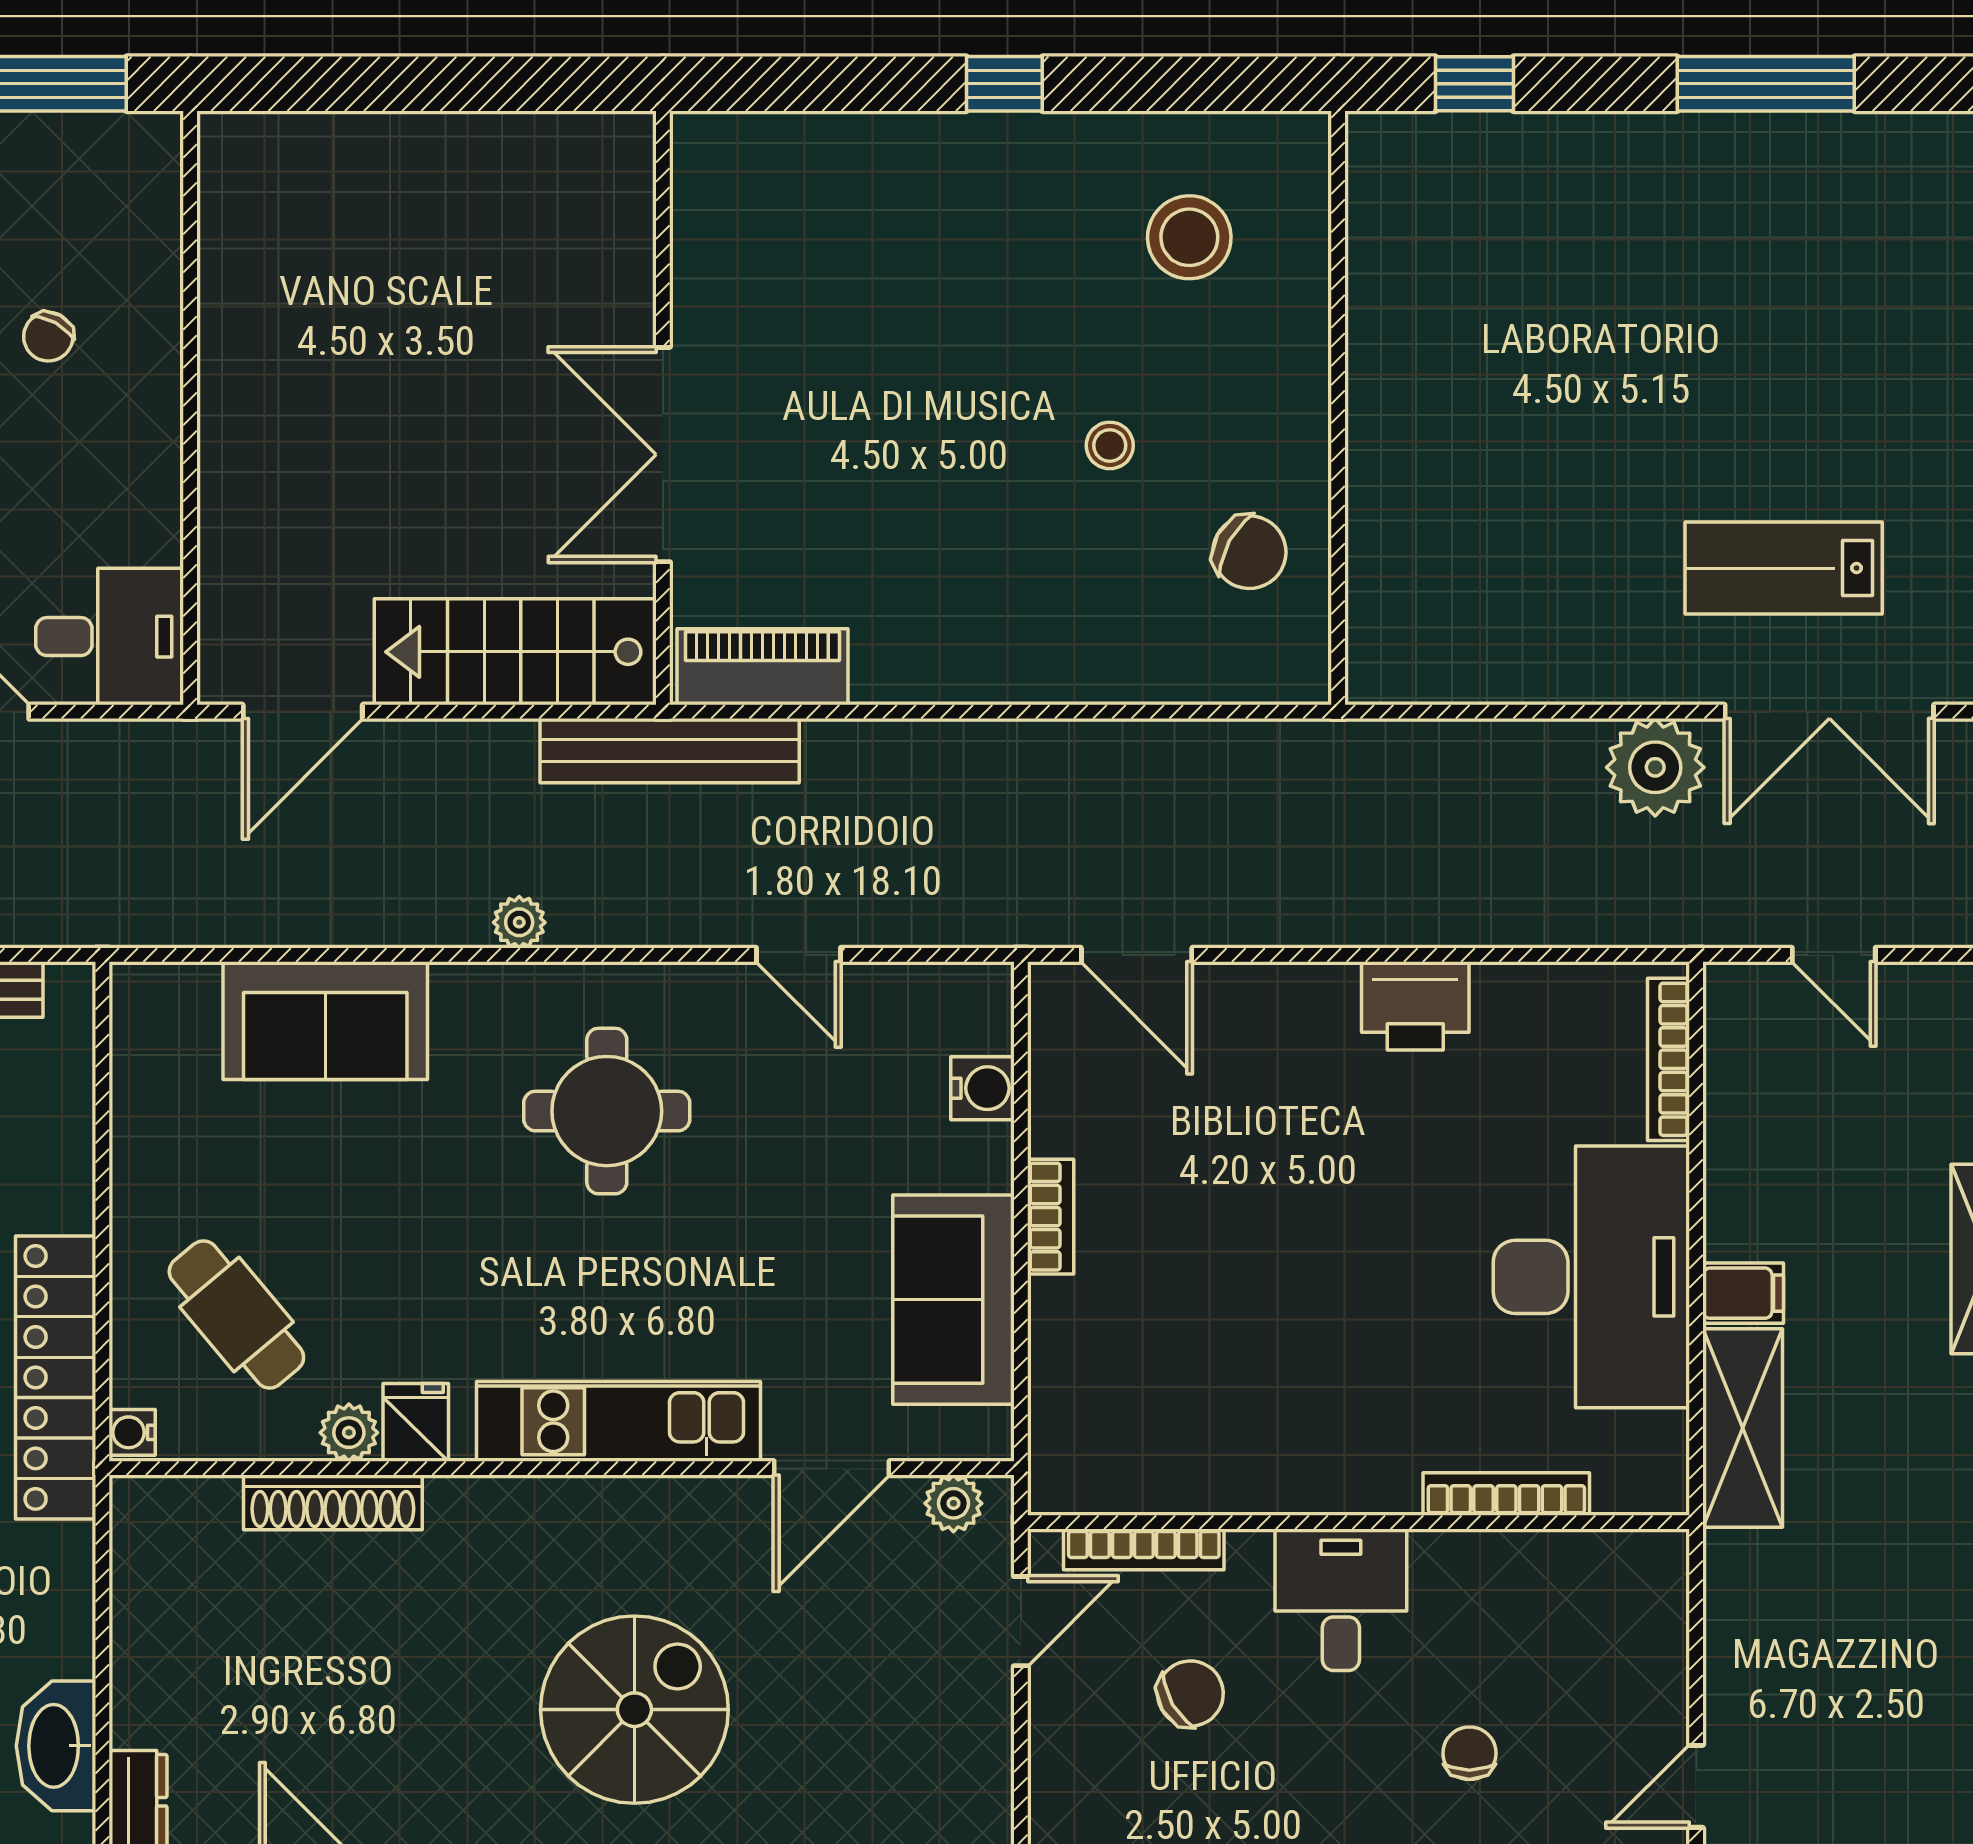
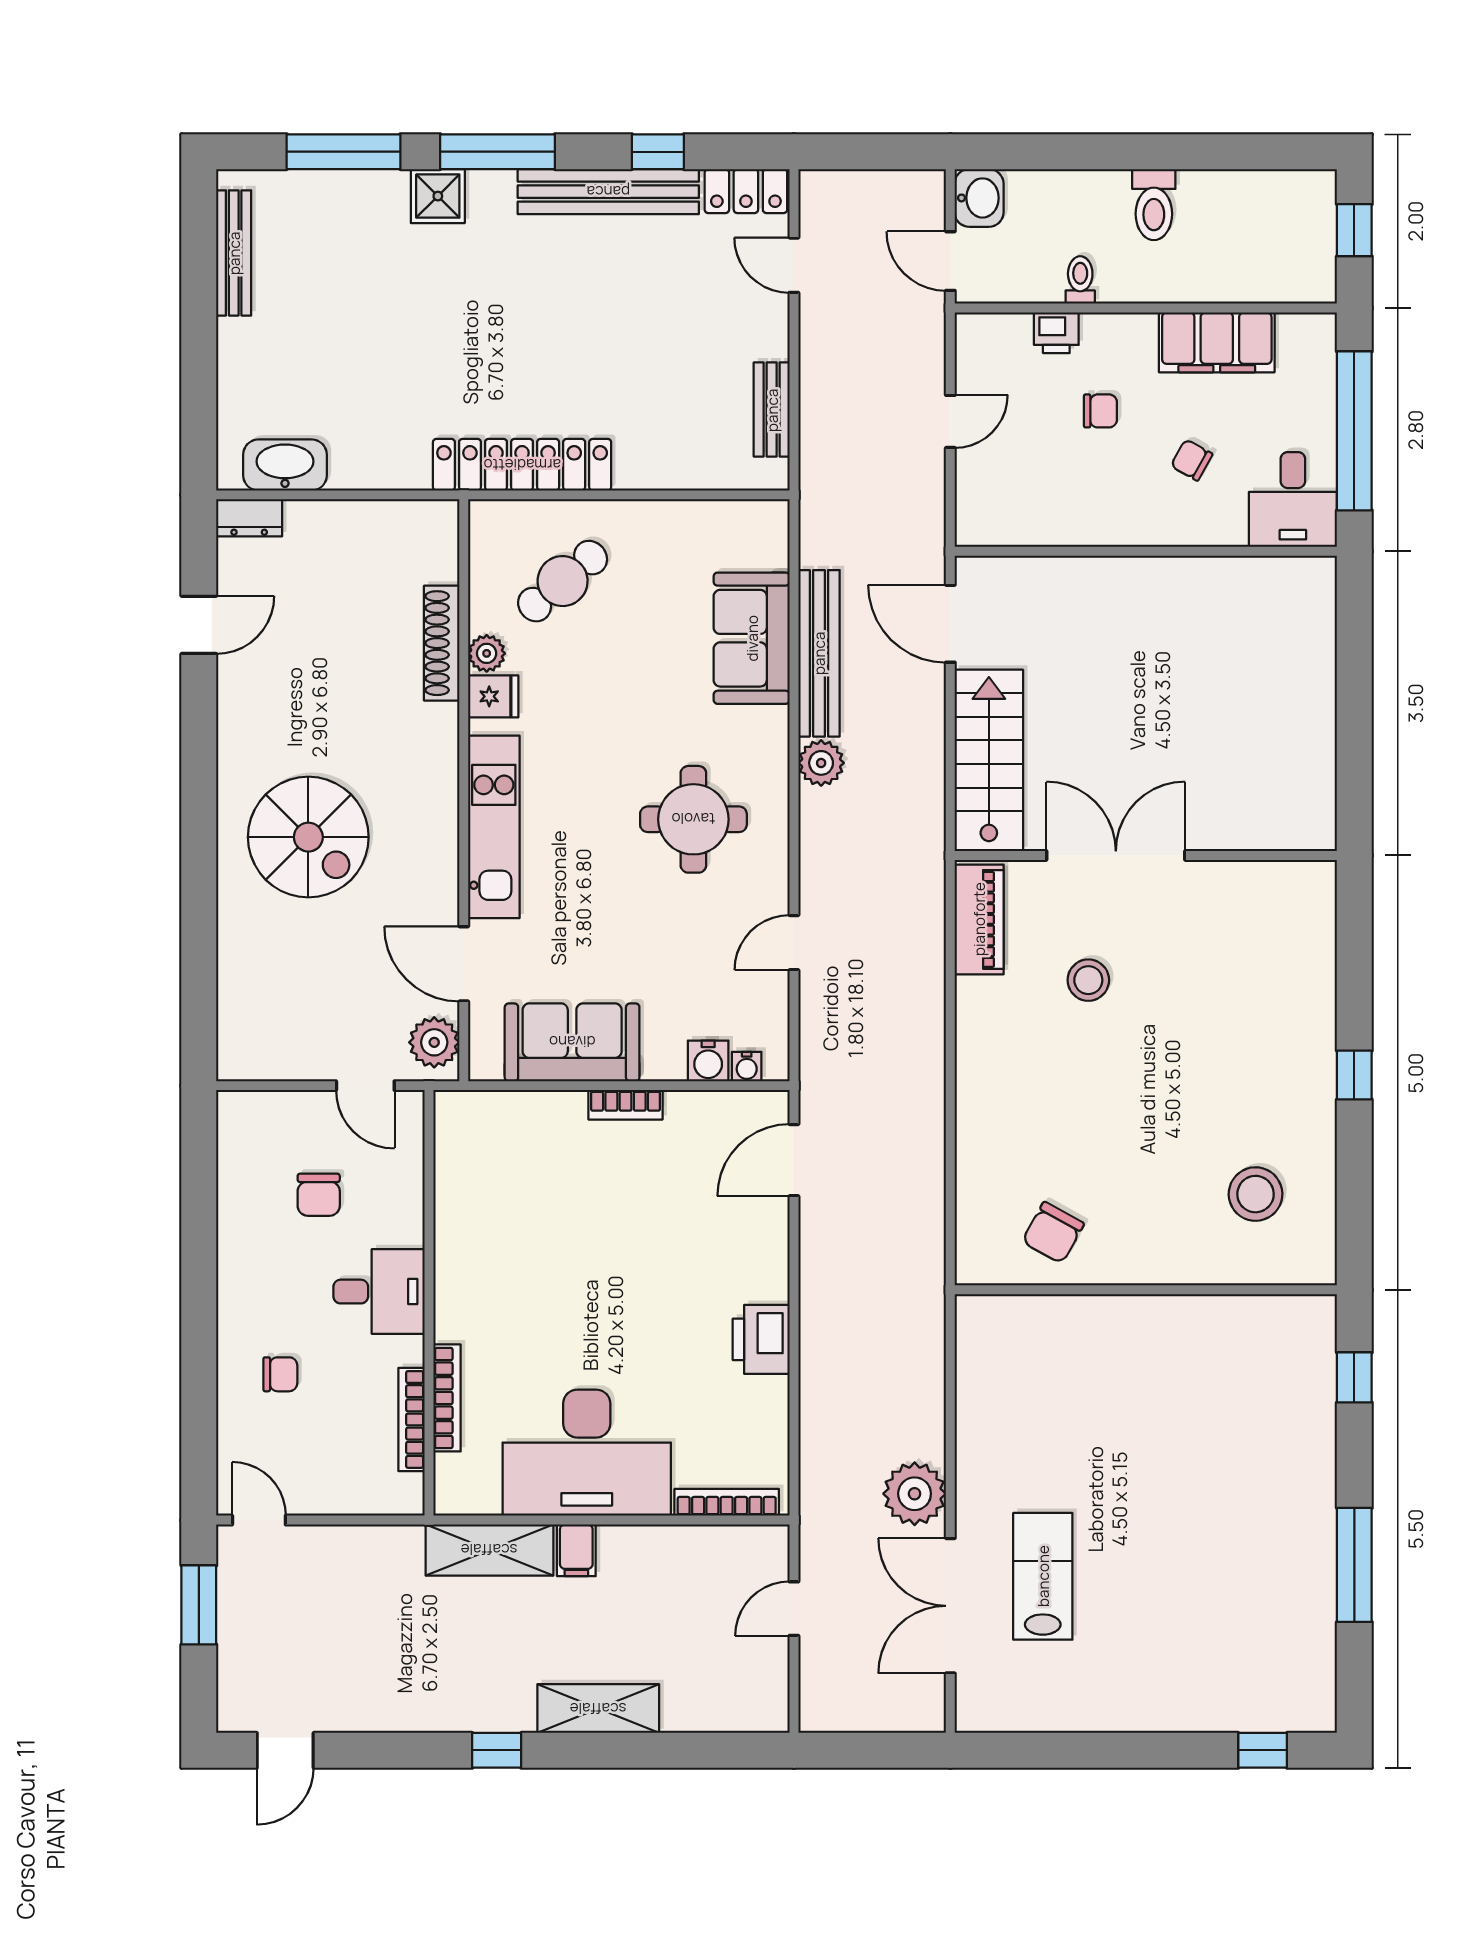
stool: (1110, 445) -> (1088, 980), moved, width x1.37, depth x1.37
desk: (110, 637) -> (1293, 499), moved
bench: (670, 751) -> (819, 653), moved
plant: (519, 922) -> (821, 763), width x1.38, depth x1.38
water cooler: (132, 1432) -> (747, 1067), moved, turned 180
plant: (953, 1503) -> (434, 1042), width x1.38, depth x1.38
bookcase: (1144, 1549) -> (411, 1419), moved
chair: (1190, 1694) -> (319, 1195), turned 30

